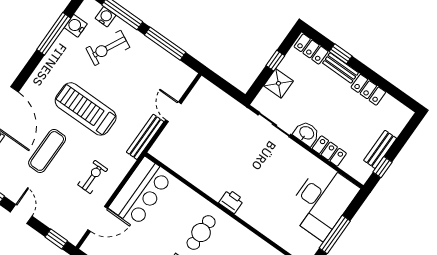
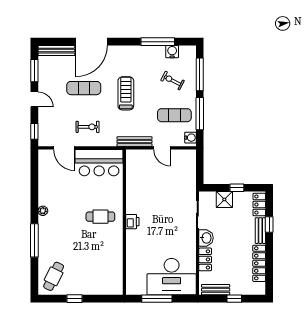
water cooler: (106, 17) -> (190, 138), moved
exercise bike: (108, 48) -> (172, 81), width x0.73, depth x0.72
exercise mat: (147, 73) -> (174, 115), added
locker: (368, 90) -> (259, 263), width x1.53
treadmill: (86, 109) -> (126, 93), width x0.73, depth x0.73
door: (173, 112) -> (162, 148), swing flipped
bench: (380, 149) -> (216, 290), moved
window: (382, 167) -> (234, 299), moved
door: (21, 214) -> (34, 99), hinge flipped

